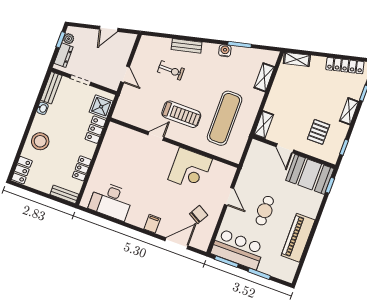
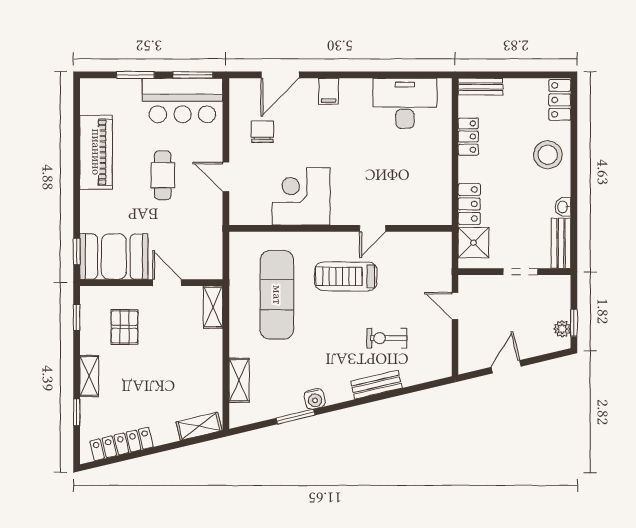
dresser: (64, 55) -> (561, 301), removed
chair: (199, 215) -> (262, 132), turned 150

